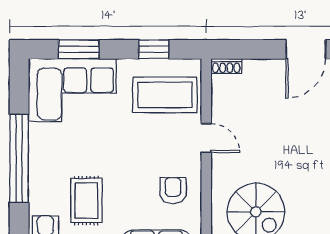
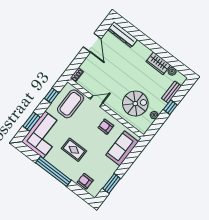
rug: (86, 201) -> (74, 150), moved

